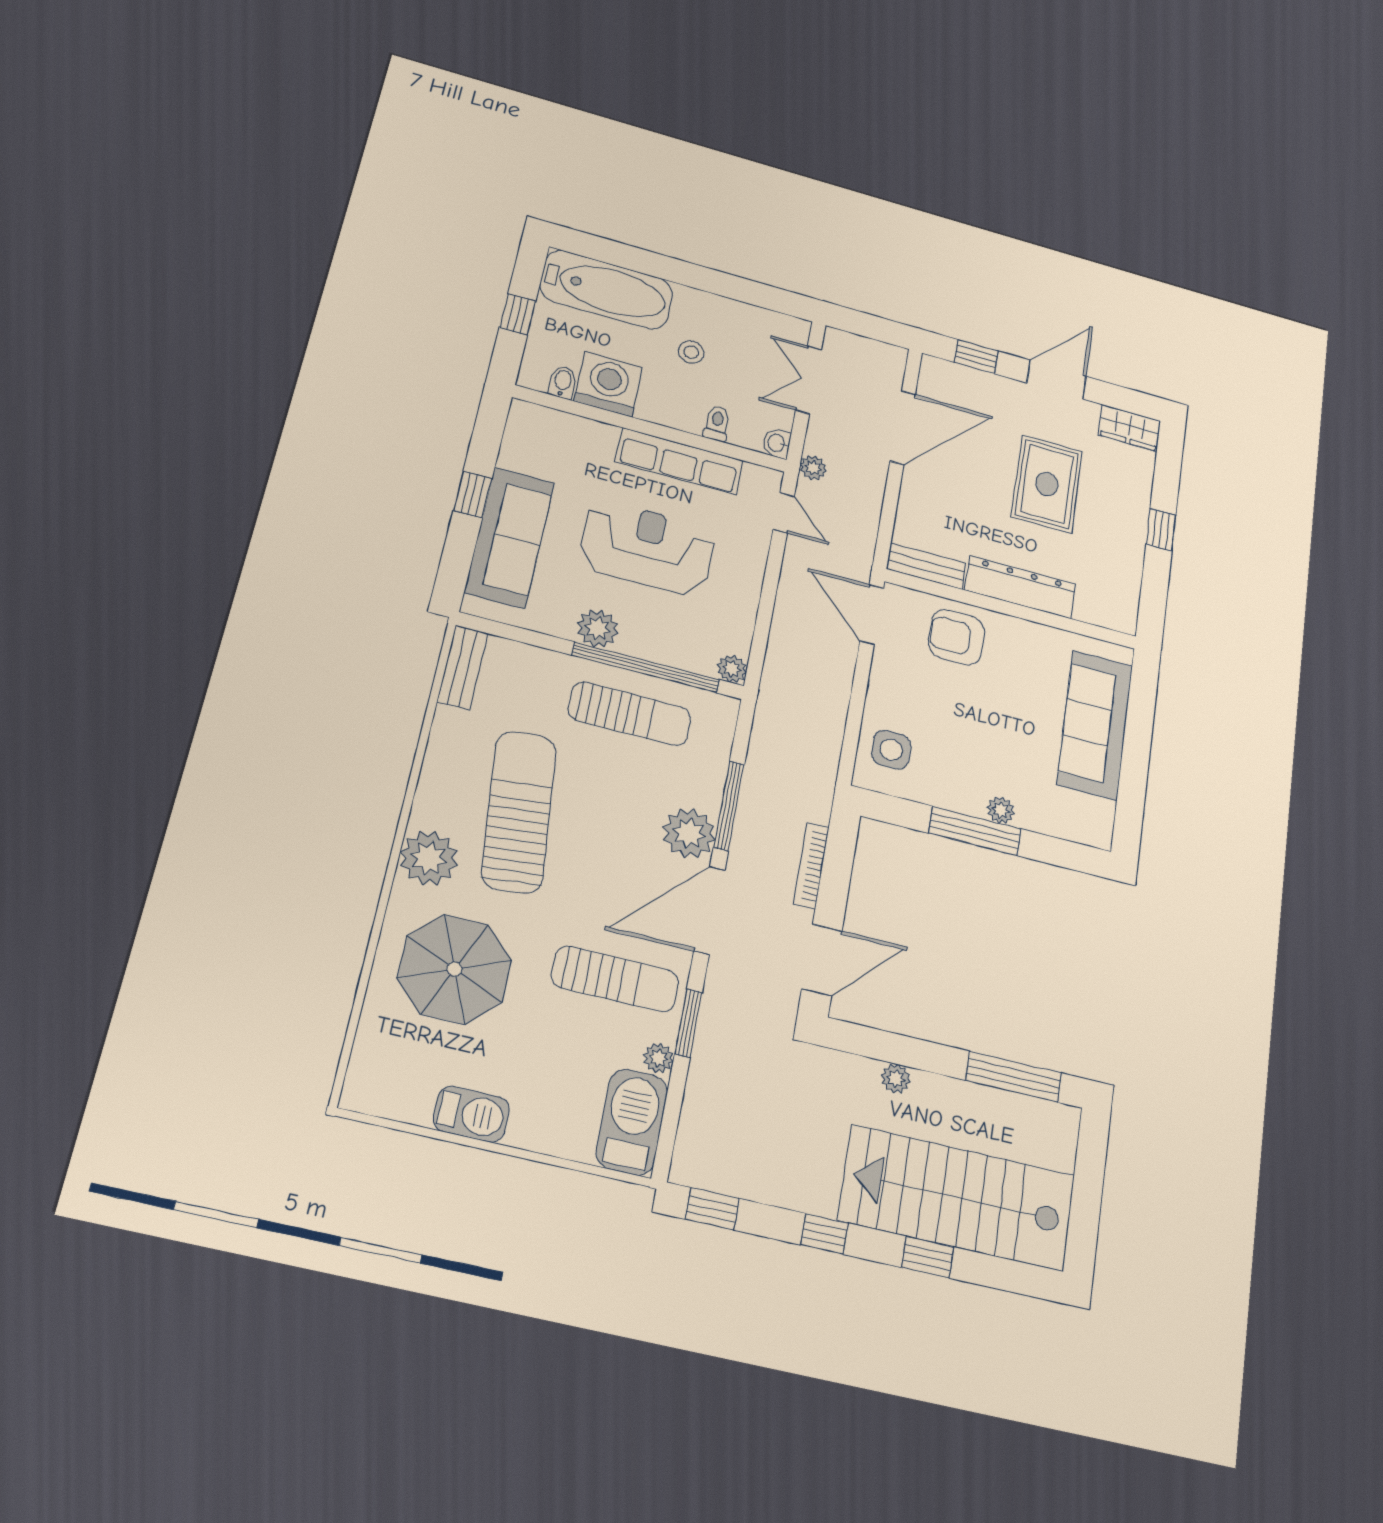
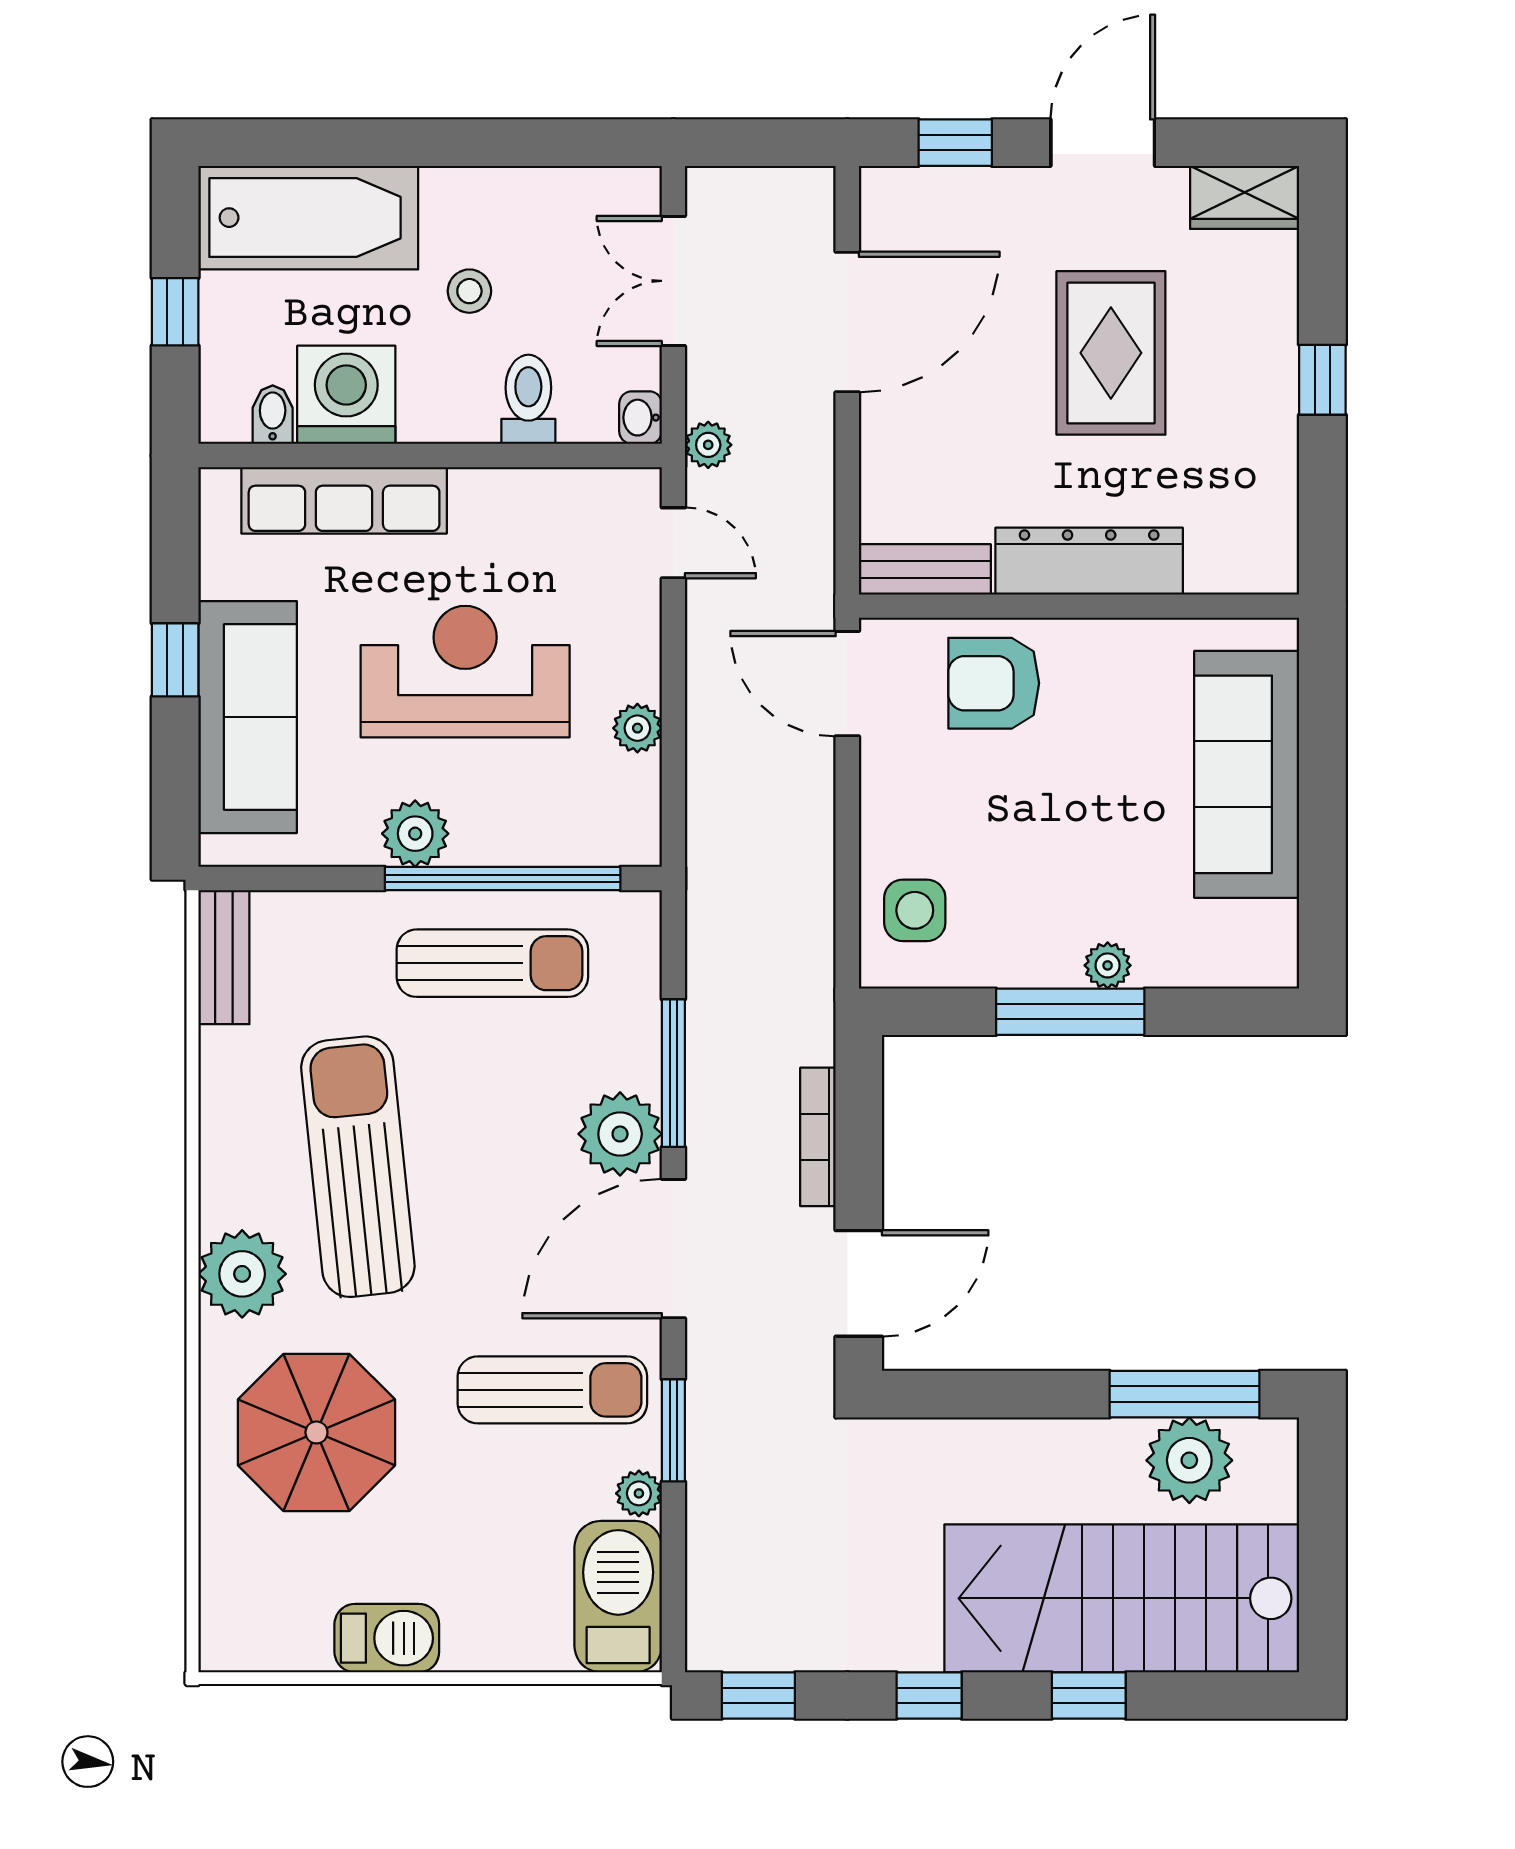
toilet: (717, 423) -> (528, 399), width x1.37, depth x1.39
row of seats: (679, 461) -> (344, 500), moved
plant: (732, 669) -> (637, 728), moved
plant: (896, 1079) -> (1189, 1460), moved, width x1.88, depth x1.88

